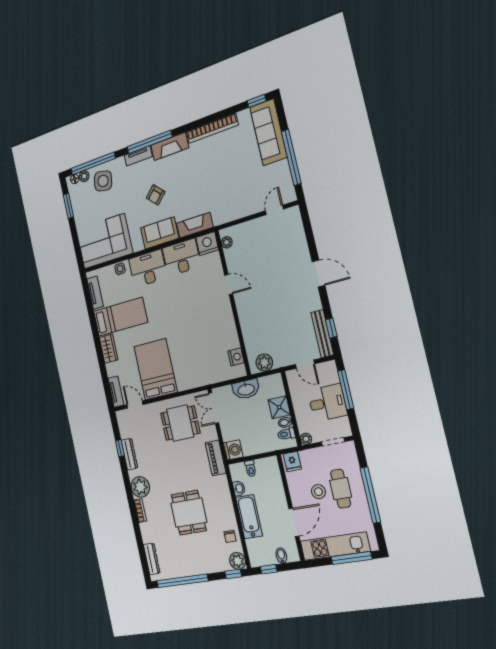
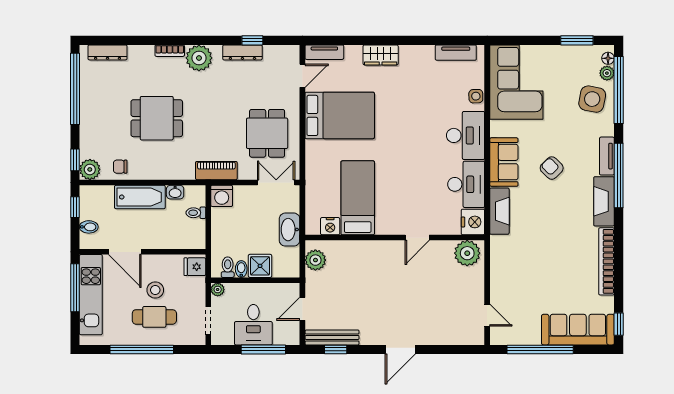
plant: (227, 242) -> (467, 253), width x1.88, depth x1.88
bed: (120, 317) -> (358, 198), moved, turned 180
window: (351, 558) -> (75, 288), moved

